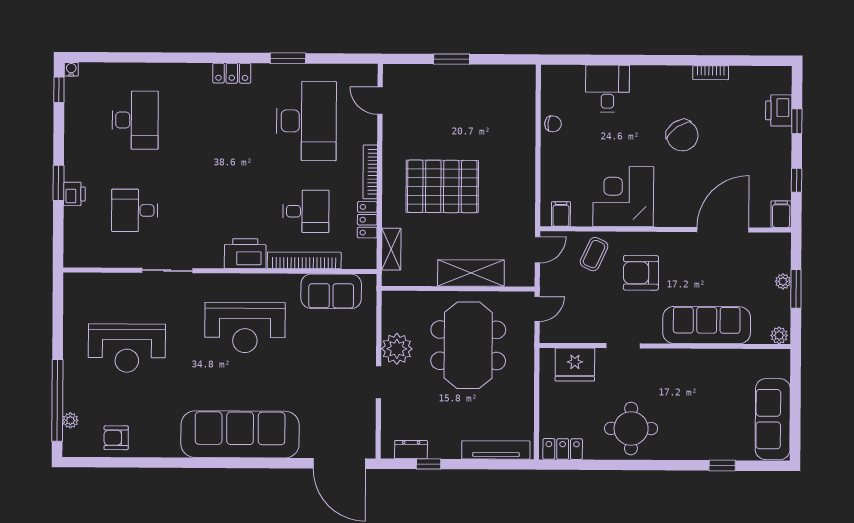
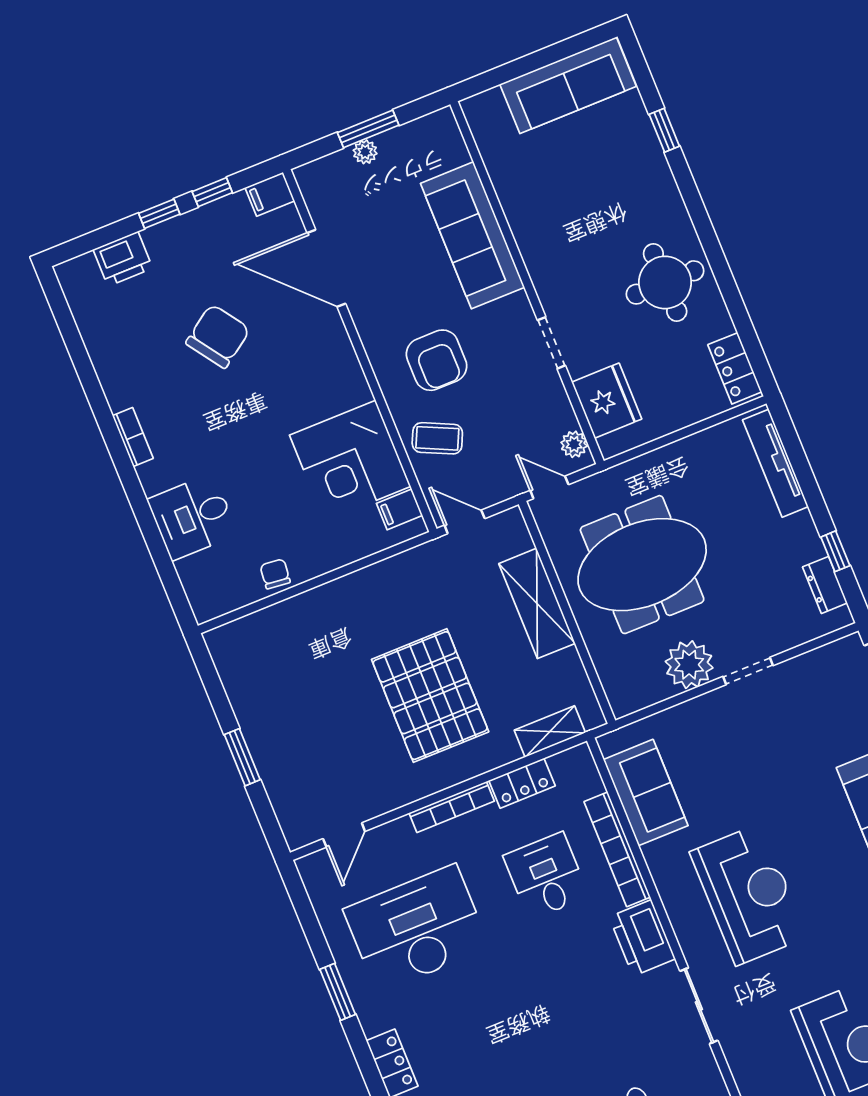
bookcase: (711, 73) -> (133, 437), moved
window: (797, 121) -> (159, 214), moved
chair: (682, 135) -> (218, 336), moved
corner desk: (623, 197) -> (350, 461), moved
sliding door: (167, 271) -> (699, 1006), moved
plant: (779, 335) -> (574, 444), moved

